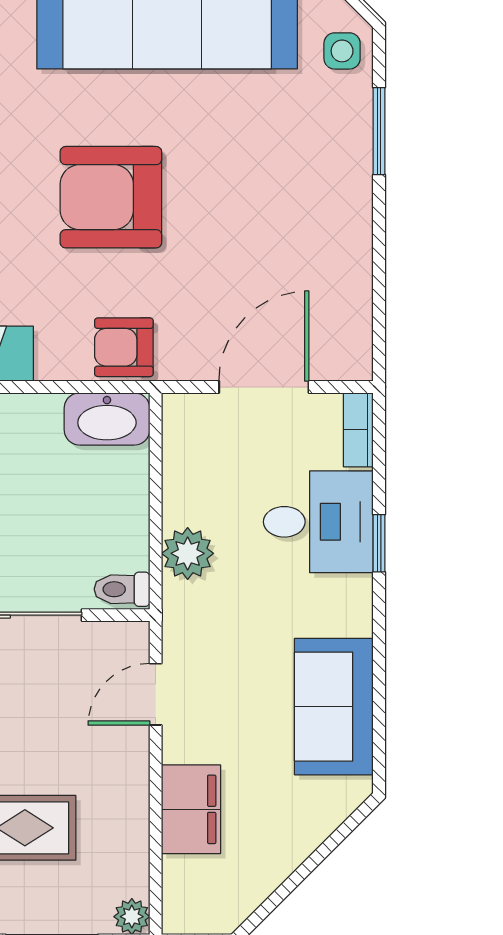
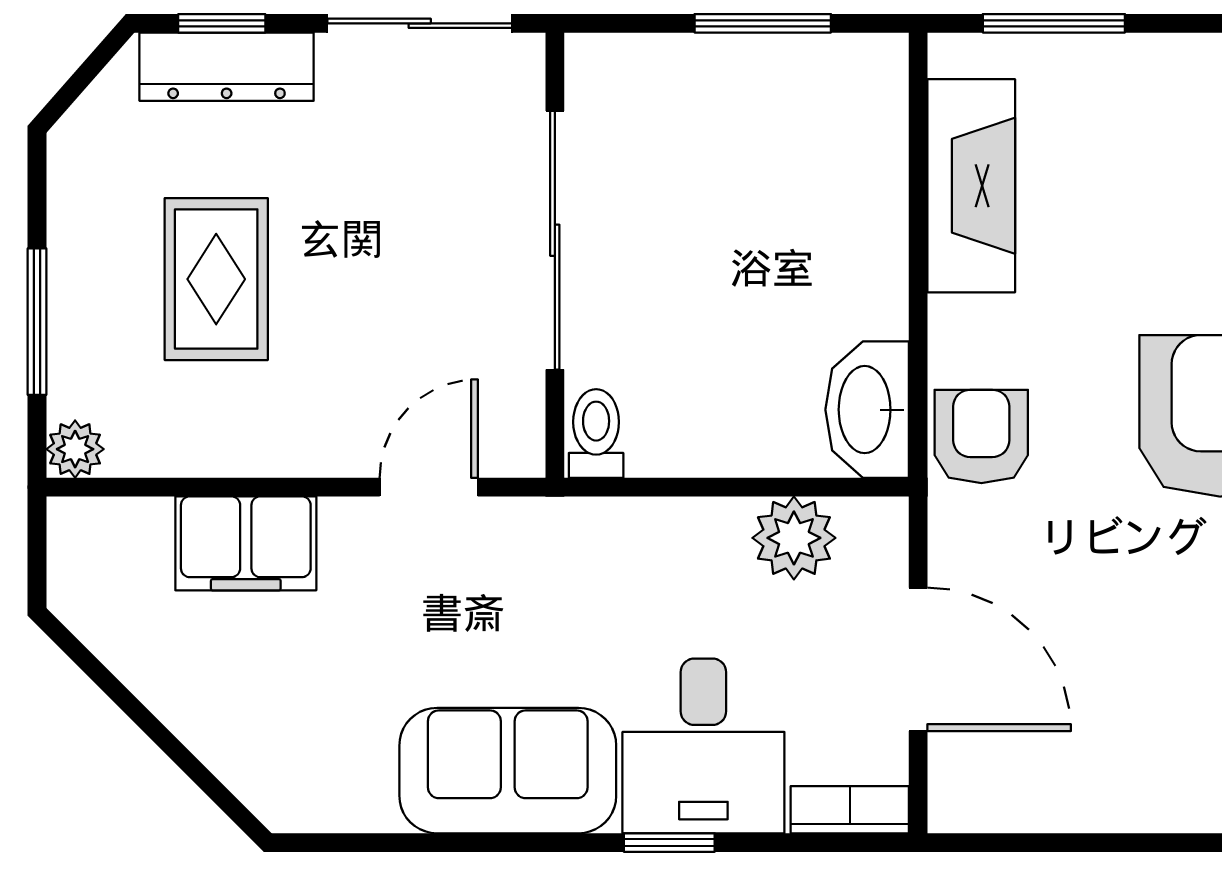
plant: (188, 553) -> (794, 538), moved
door: (156, 694) -> (429, 487), hinge flipped
sofa: (334, 707) -> (508, 771), moved

